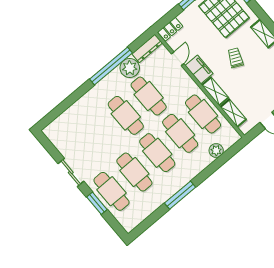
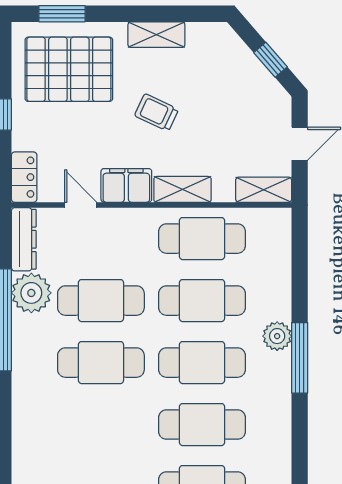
shelving: (233, 113) -> (264, 190), moved
plant: (216, 151) -> (277, 336), moved
window: (180, 195) -> (300, 358), moved

